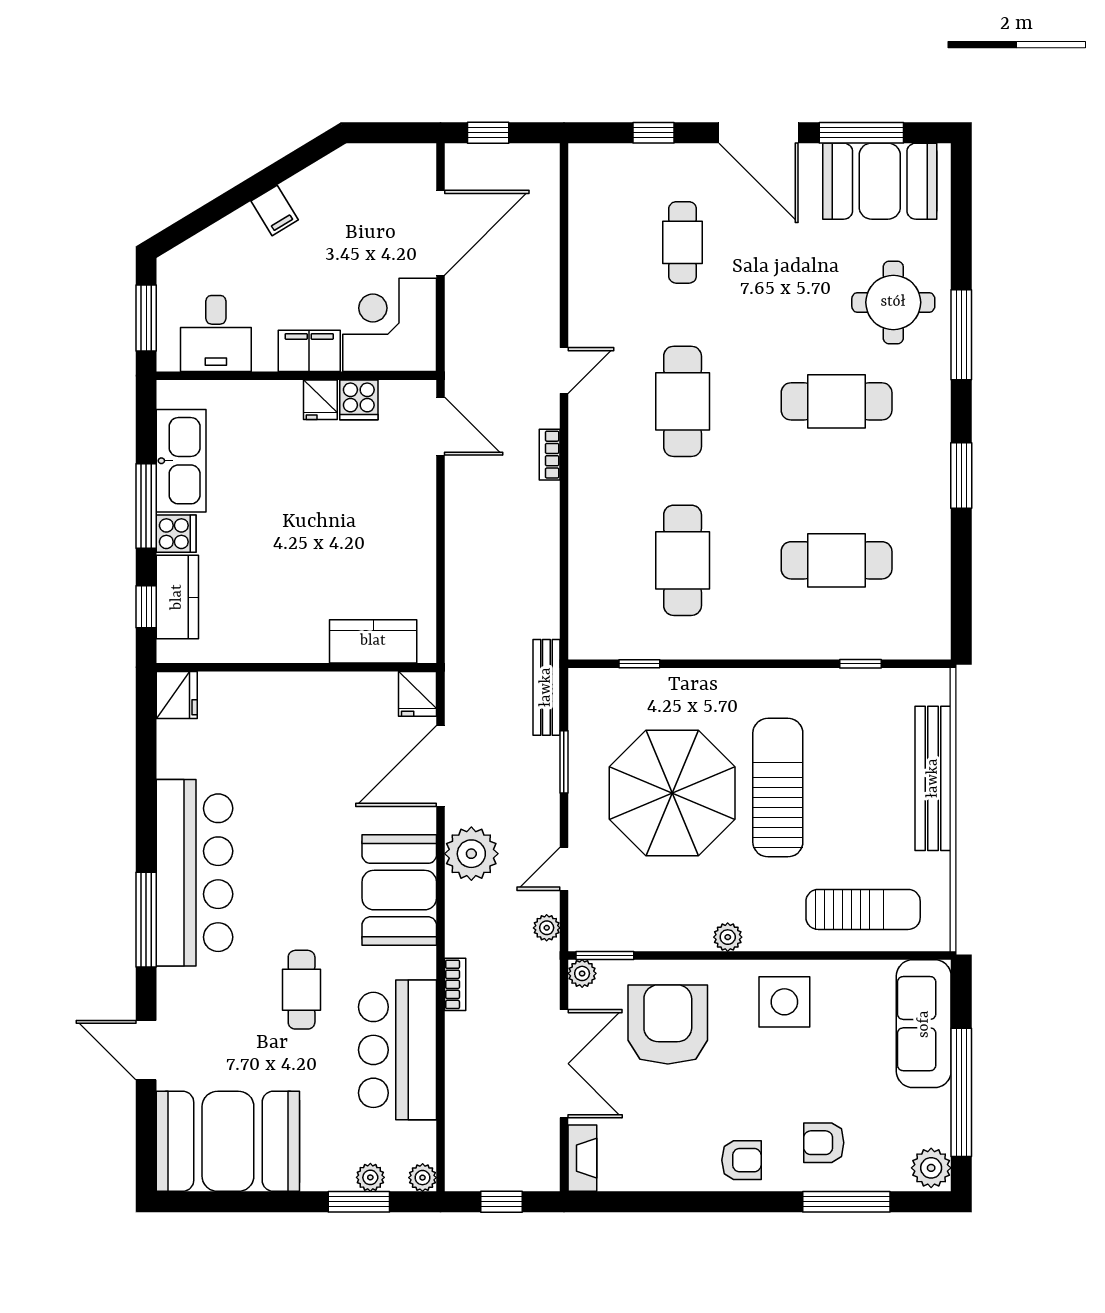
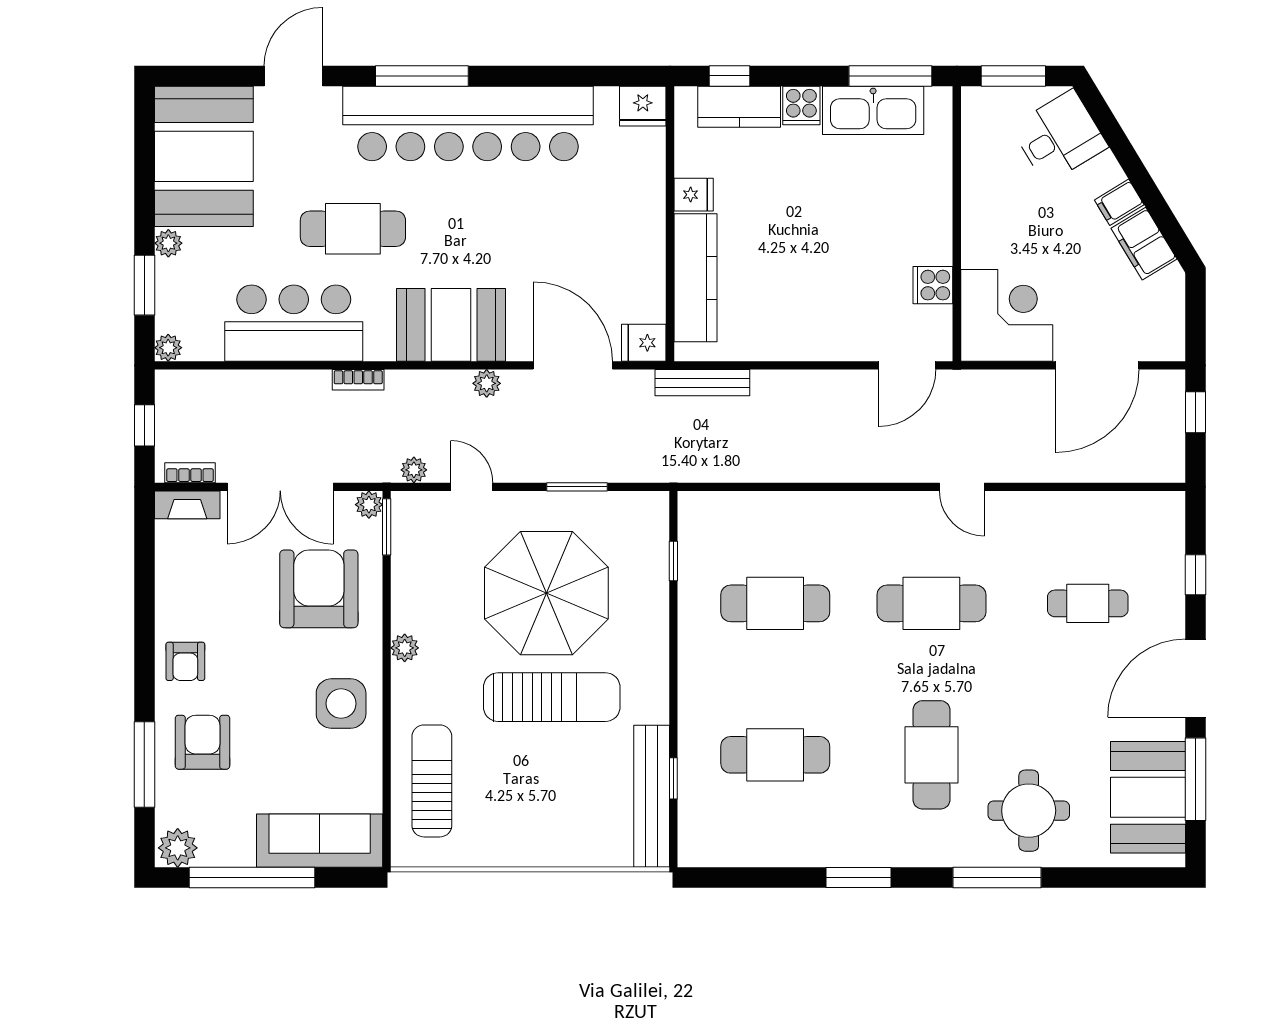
door: (440, 233) -> (1097, 365), hinge flipped
desk: (216, 333) -> (1059, 137), moved, turned 149
filing cabinet: (309, 351) -> (1144, 244), moved, turned 149
fridge: (320, 400) -> (694, 195), moved, turned 180
bookcase: (550, 455) -> (190, 473), moved
window: (146, 506) -> (890, 76), moved
cafe table: (837, 560) -> (775, 755), turned 90
kitchen counter: (373, 641) -> (695, 278), width x1.50
bench: (546, 687) -> (702, 383), moved
bench: (933, 778) -> (652, 796), moved, turned 90
plant: (471, 854) -> (487, 383), width x0.53, depth x0.53
bar counter: (194, 873) -> (468, 123), width x1.36
sun lounger: (863, 909) -> (432, 781), turned 180
cafe table: (302, 990) -> (353, 229), width x1.37, depth x1.35
armchair: (668, 1024) -> (319, 589), turned -90
armchair: (824, 1143) -> (202, 742), width x1.38, depth x1.38
plant: (370, 1177) -> (168, 243), moved

